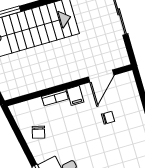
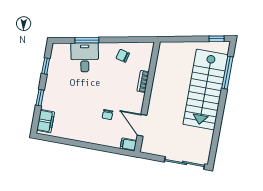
filing cabinet: (75, 96) -> (128, 144), moved

